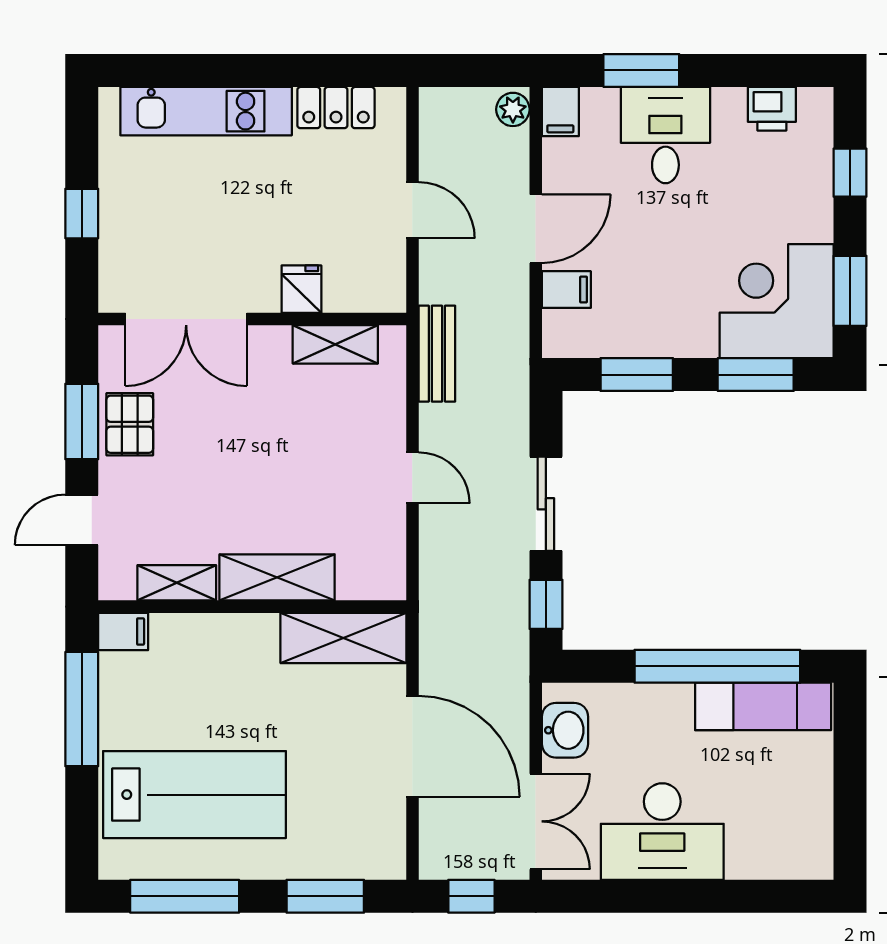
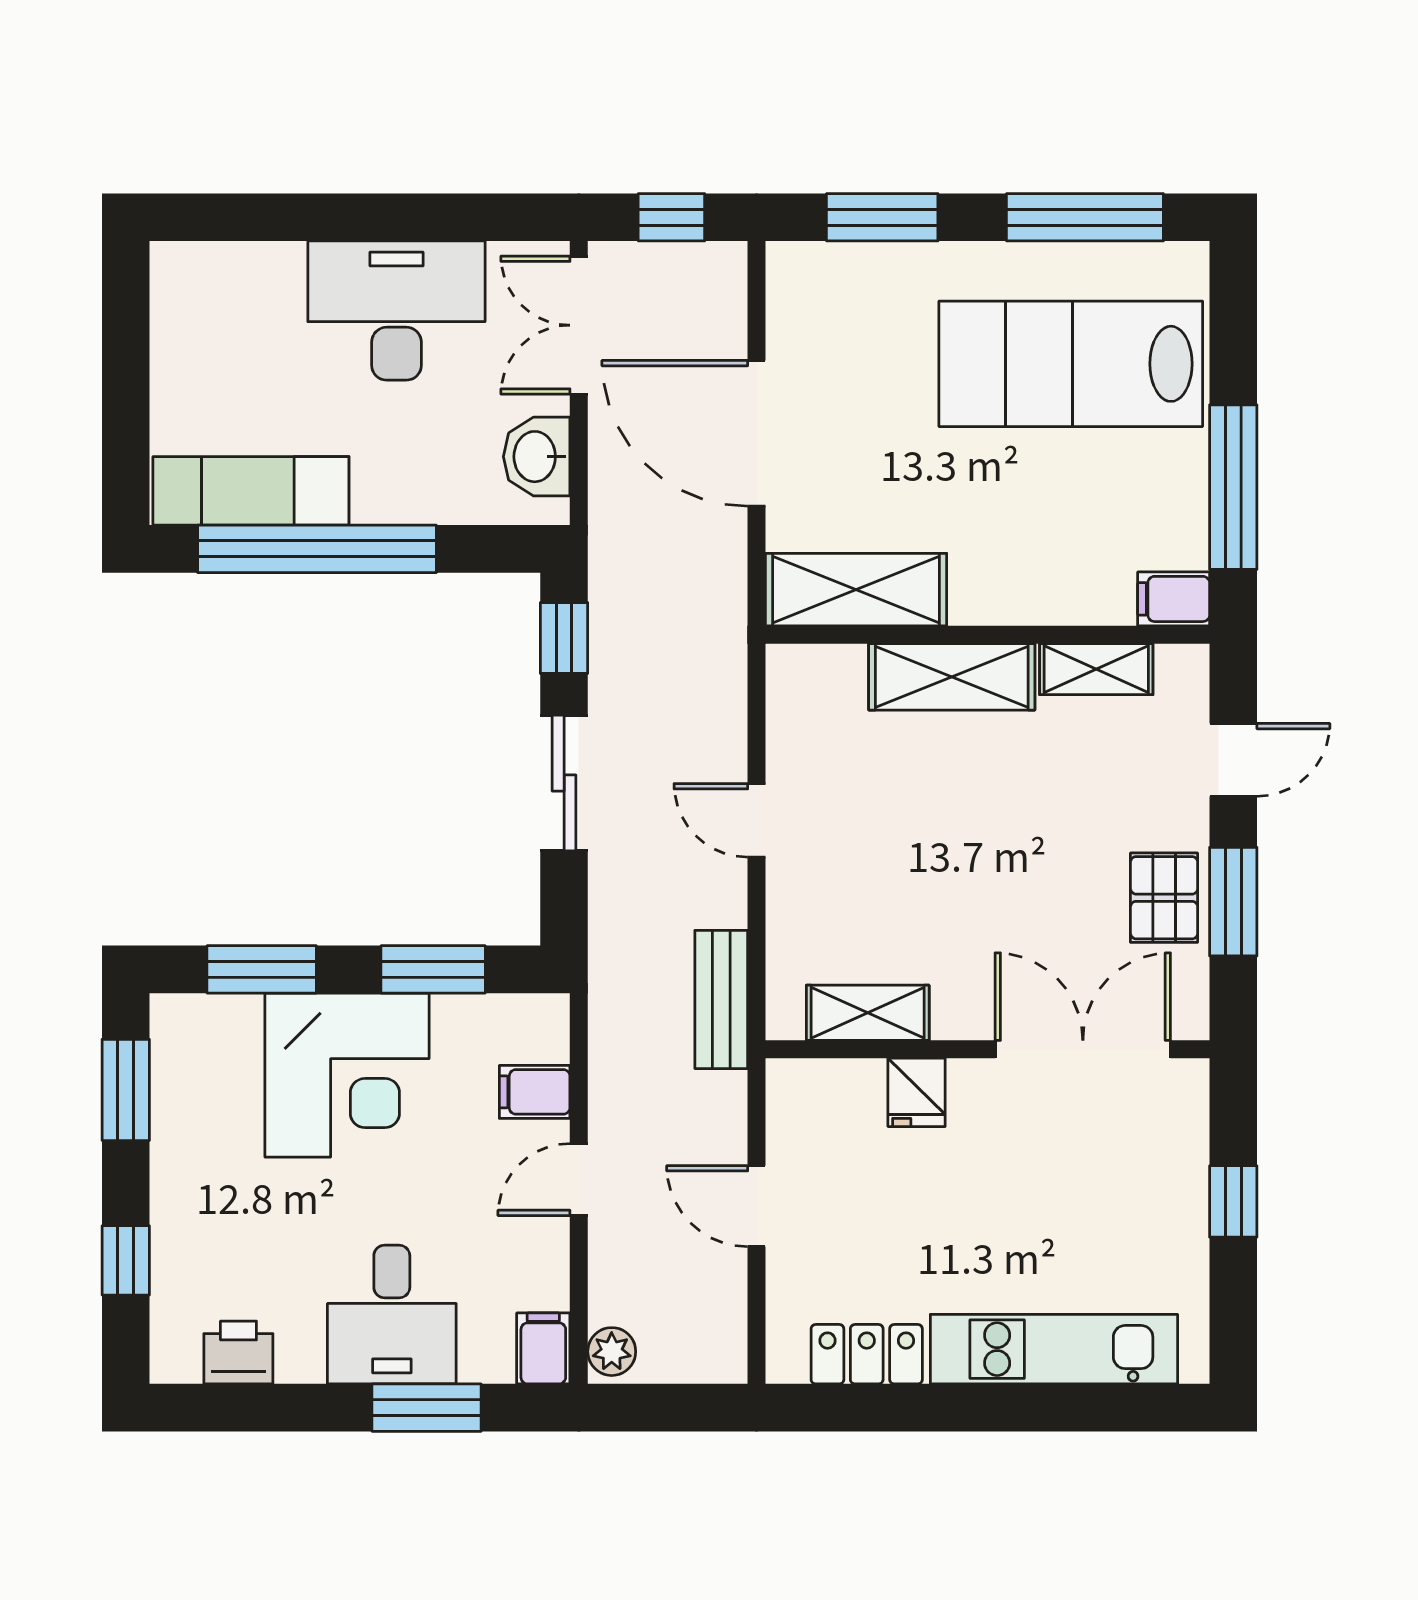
door: (536, 229) -> (579, 1180), width x0.73
corner desk: (777, 301) -> (347, 1075), moved

